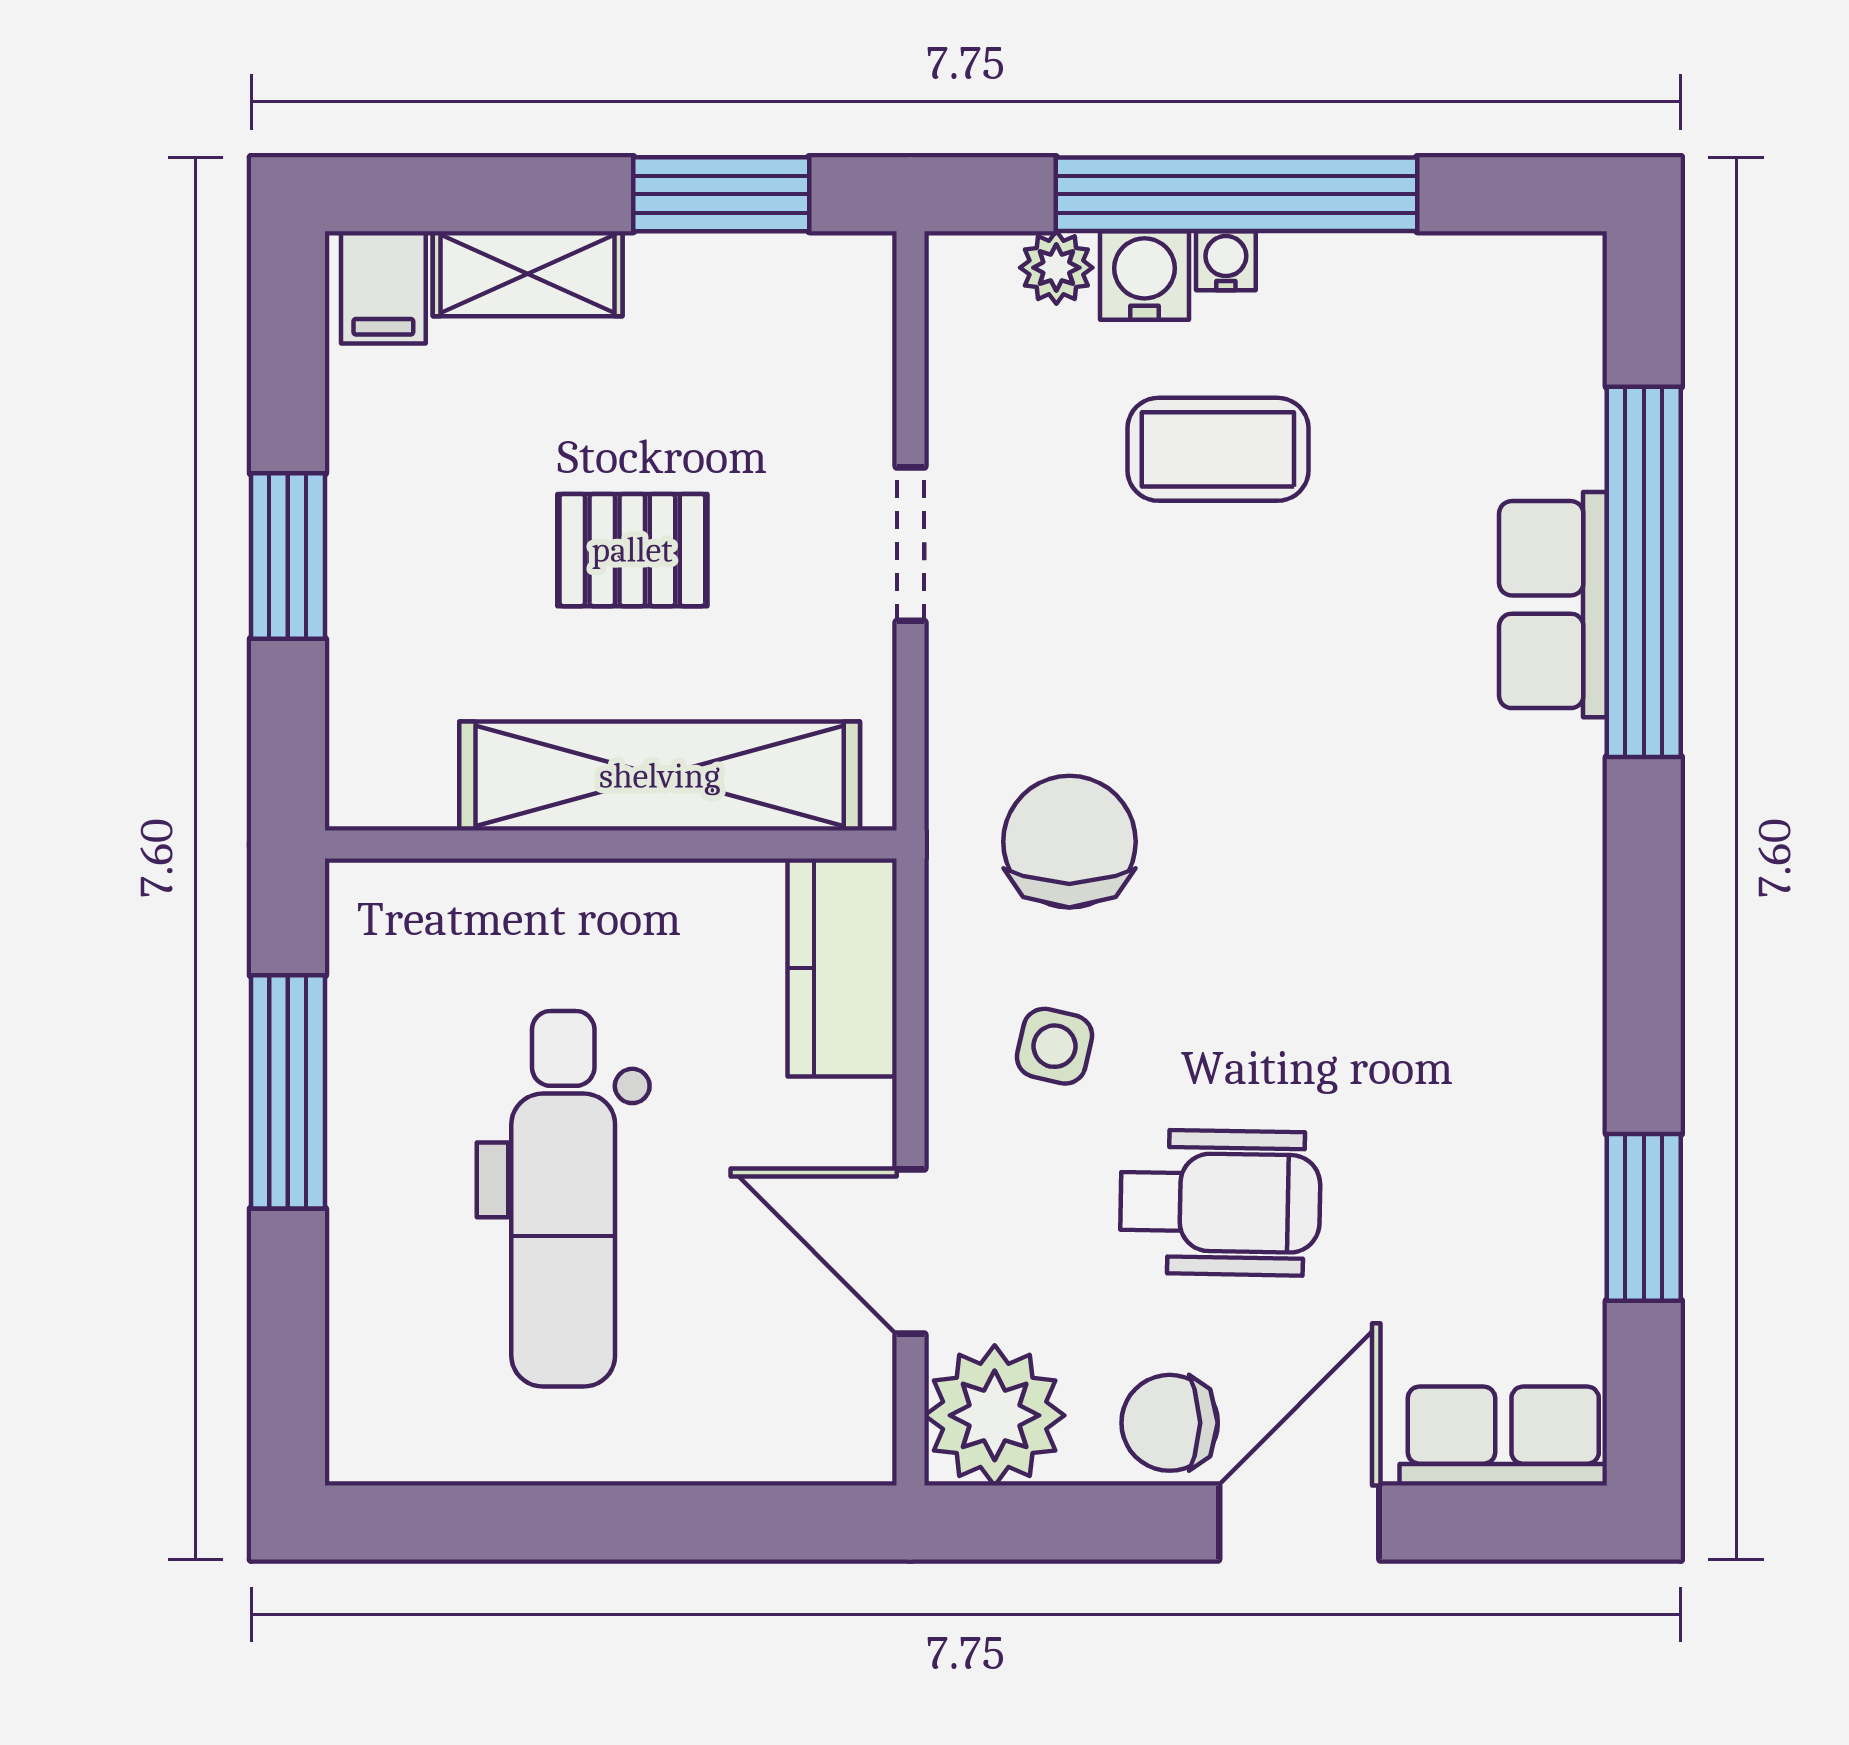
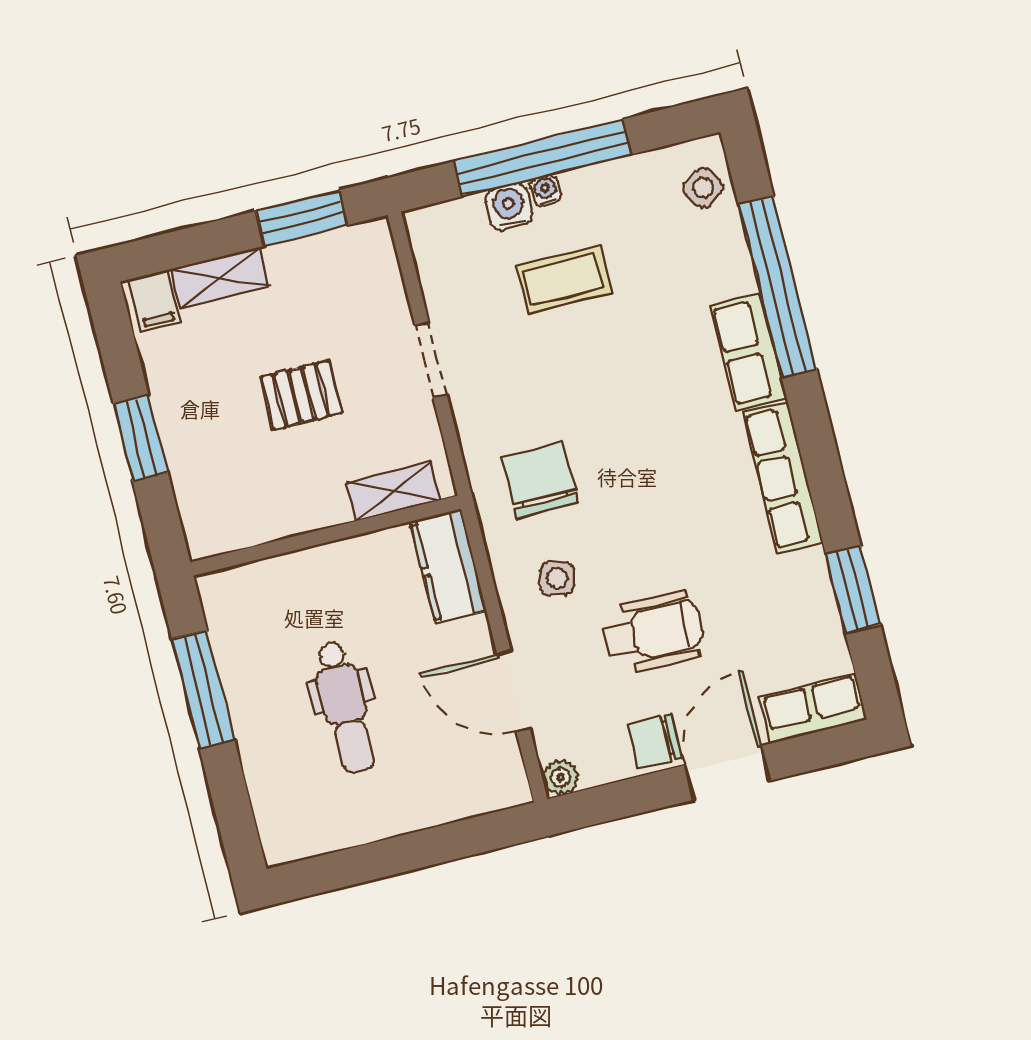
plant: (1056, 268) -> (467, 213), removed
side table: (1544, 334) -> (703, 188), added
row of seats: (1553, 605) -> (749, 351), moved
shelving: (660, 776) -> (393, 491), width x0.45, depth x0.75
row of seats: (1558, 957) -> (783, 477), added
dental chair: (563, 1199) -> (345, 707), width x0.73, depth x0.72
plant: (995, 1415) -> (560, 777), width x0.53, depth x0.53

